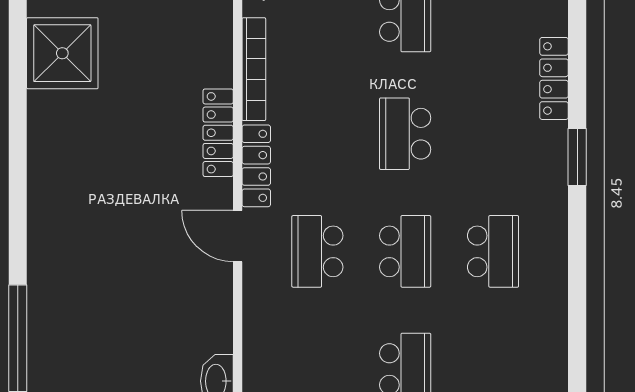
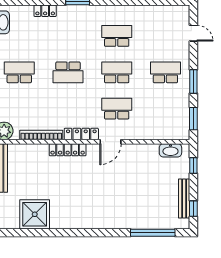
locker: (554, 78) -> (45, 11), width x0.66
school desk: (317, 251) -> (117, 109), turned 180

